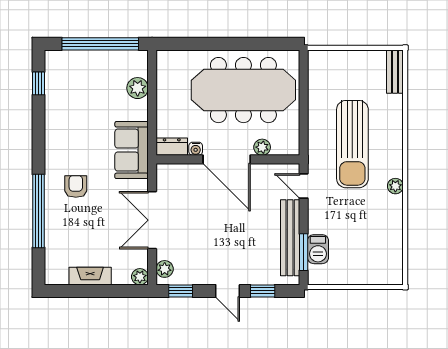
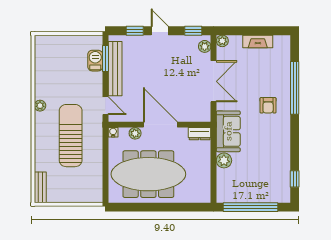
plant: (138, 88) -> (224, 160), moved
water cooler: (196, 149) -> (113, 132), moved

